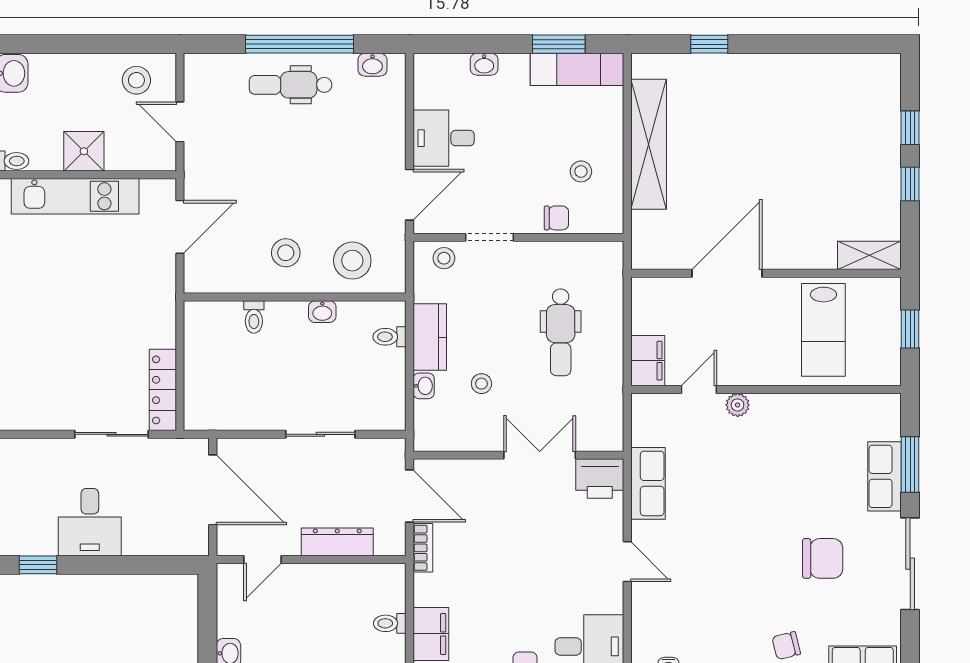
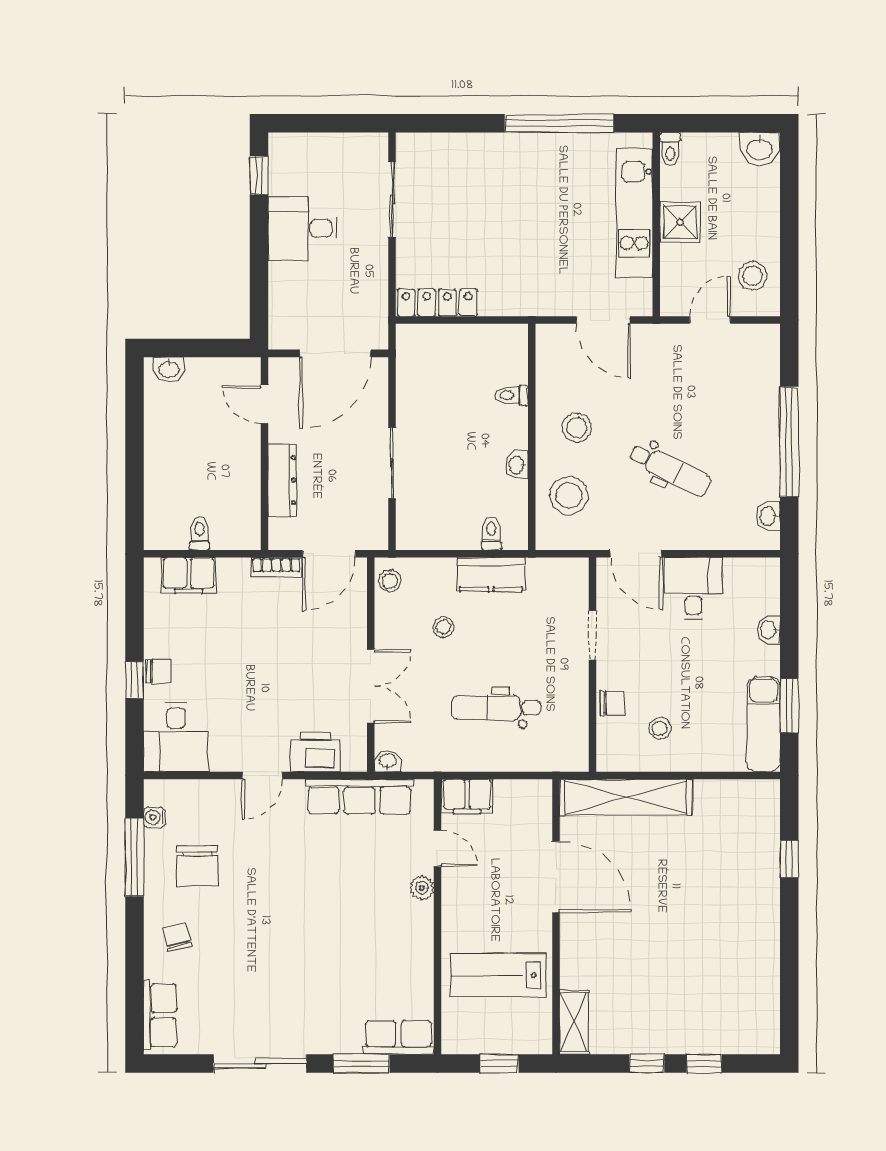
dental chair: (290, 85) -> (670, 470), moved, turned 116
shelving: (649, 144) -> (626, 797), moved
chair: (556, 218) -> (612, 703), turned -90
stool: (444, 258) -> (390, 581), moved
washbasin: (424, 386) -> (388, 761), moved, turned 180
sliding door: (112, 434) -> (392, 199), moved
row of seats: (884, 476) -> (399, 1037), moved
printer: (600, 478) -> (316, 752), moved, turned 90
row of seats: (648, 483) -> (359, 797), width x1.48
chair: (823, 558) -> (197, 866), moved

